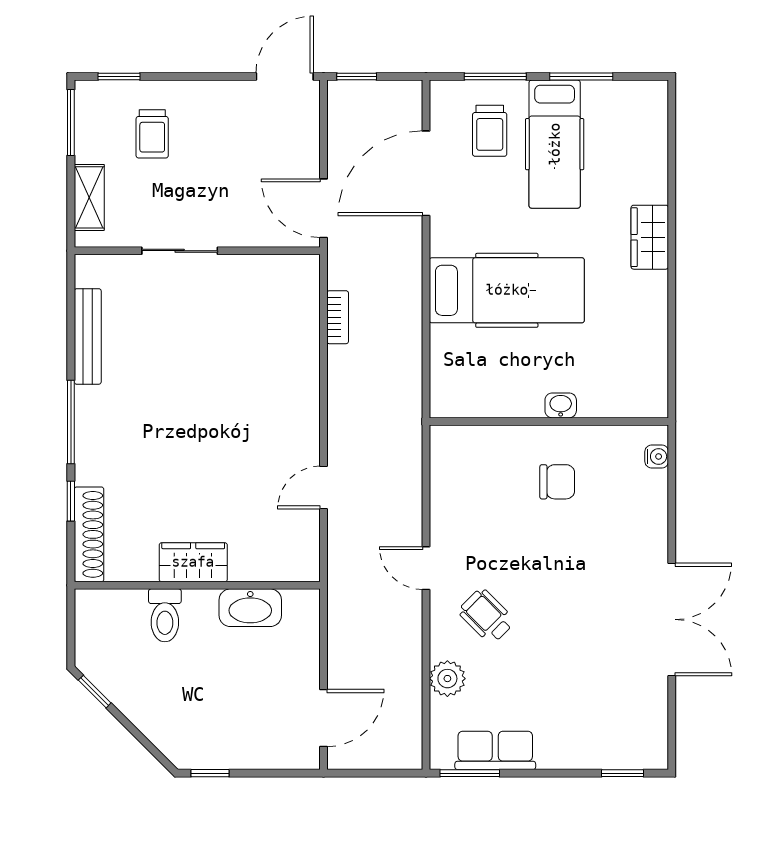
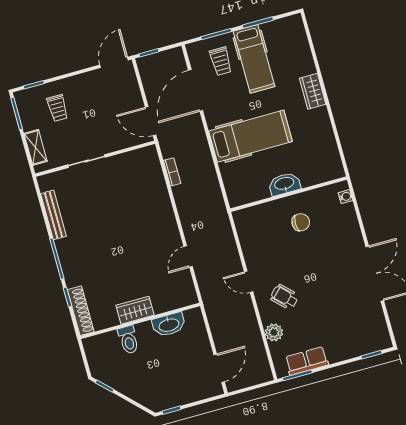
washbasin: (561, 405) -> (284, 184), width x1.91, depth x1.45

